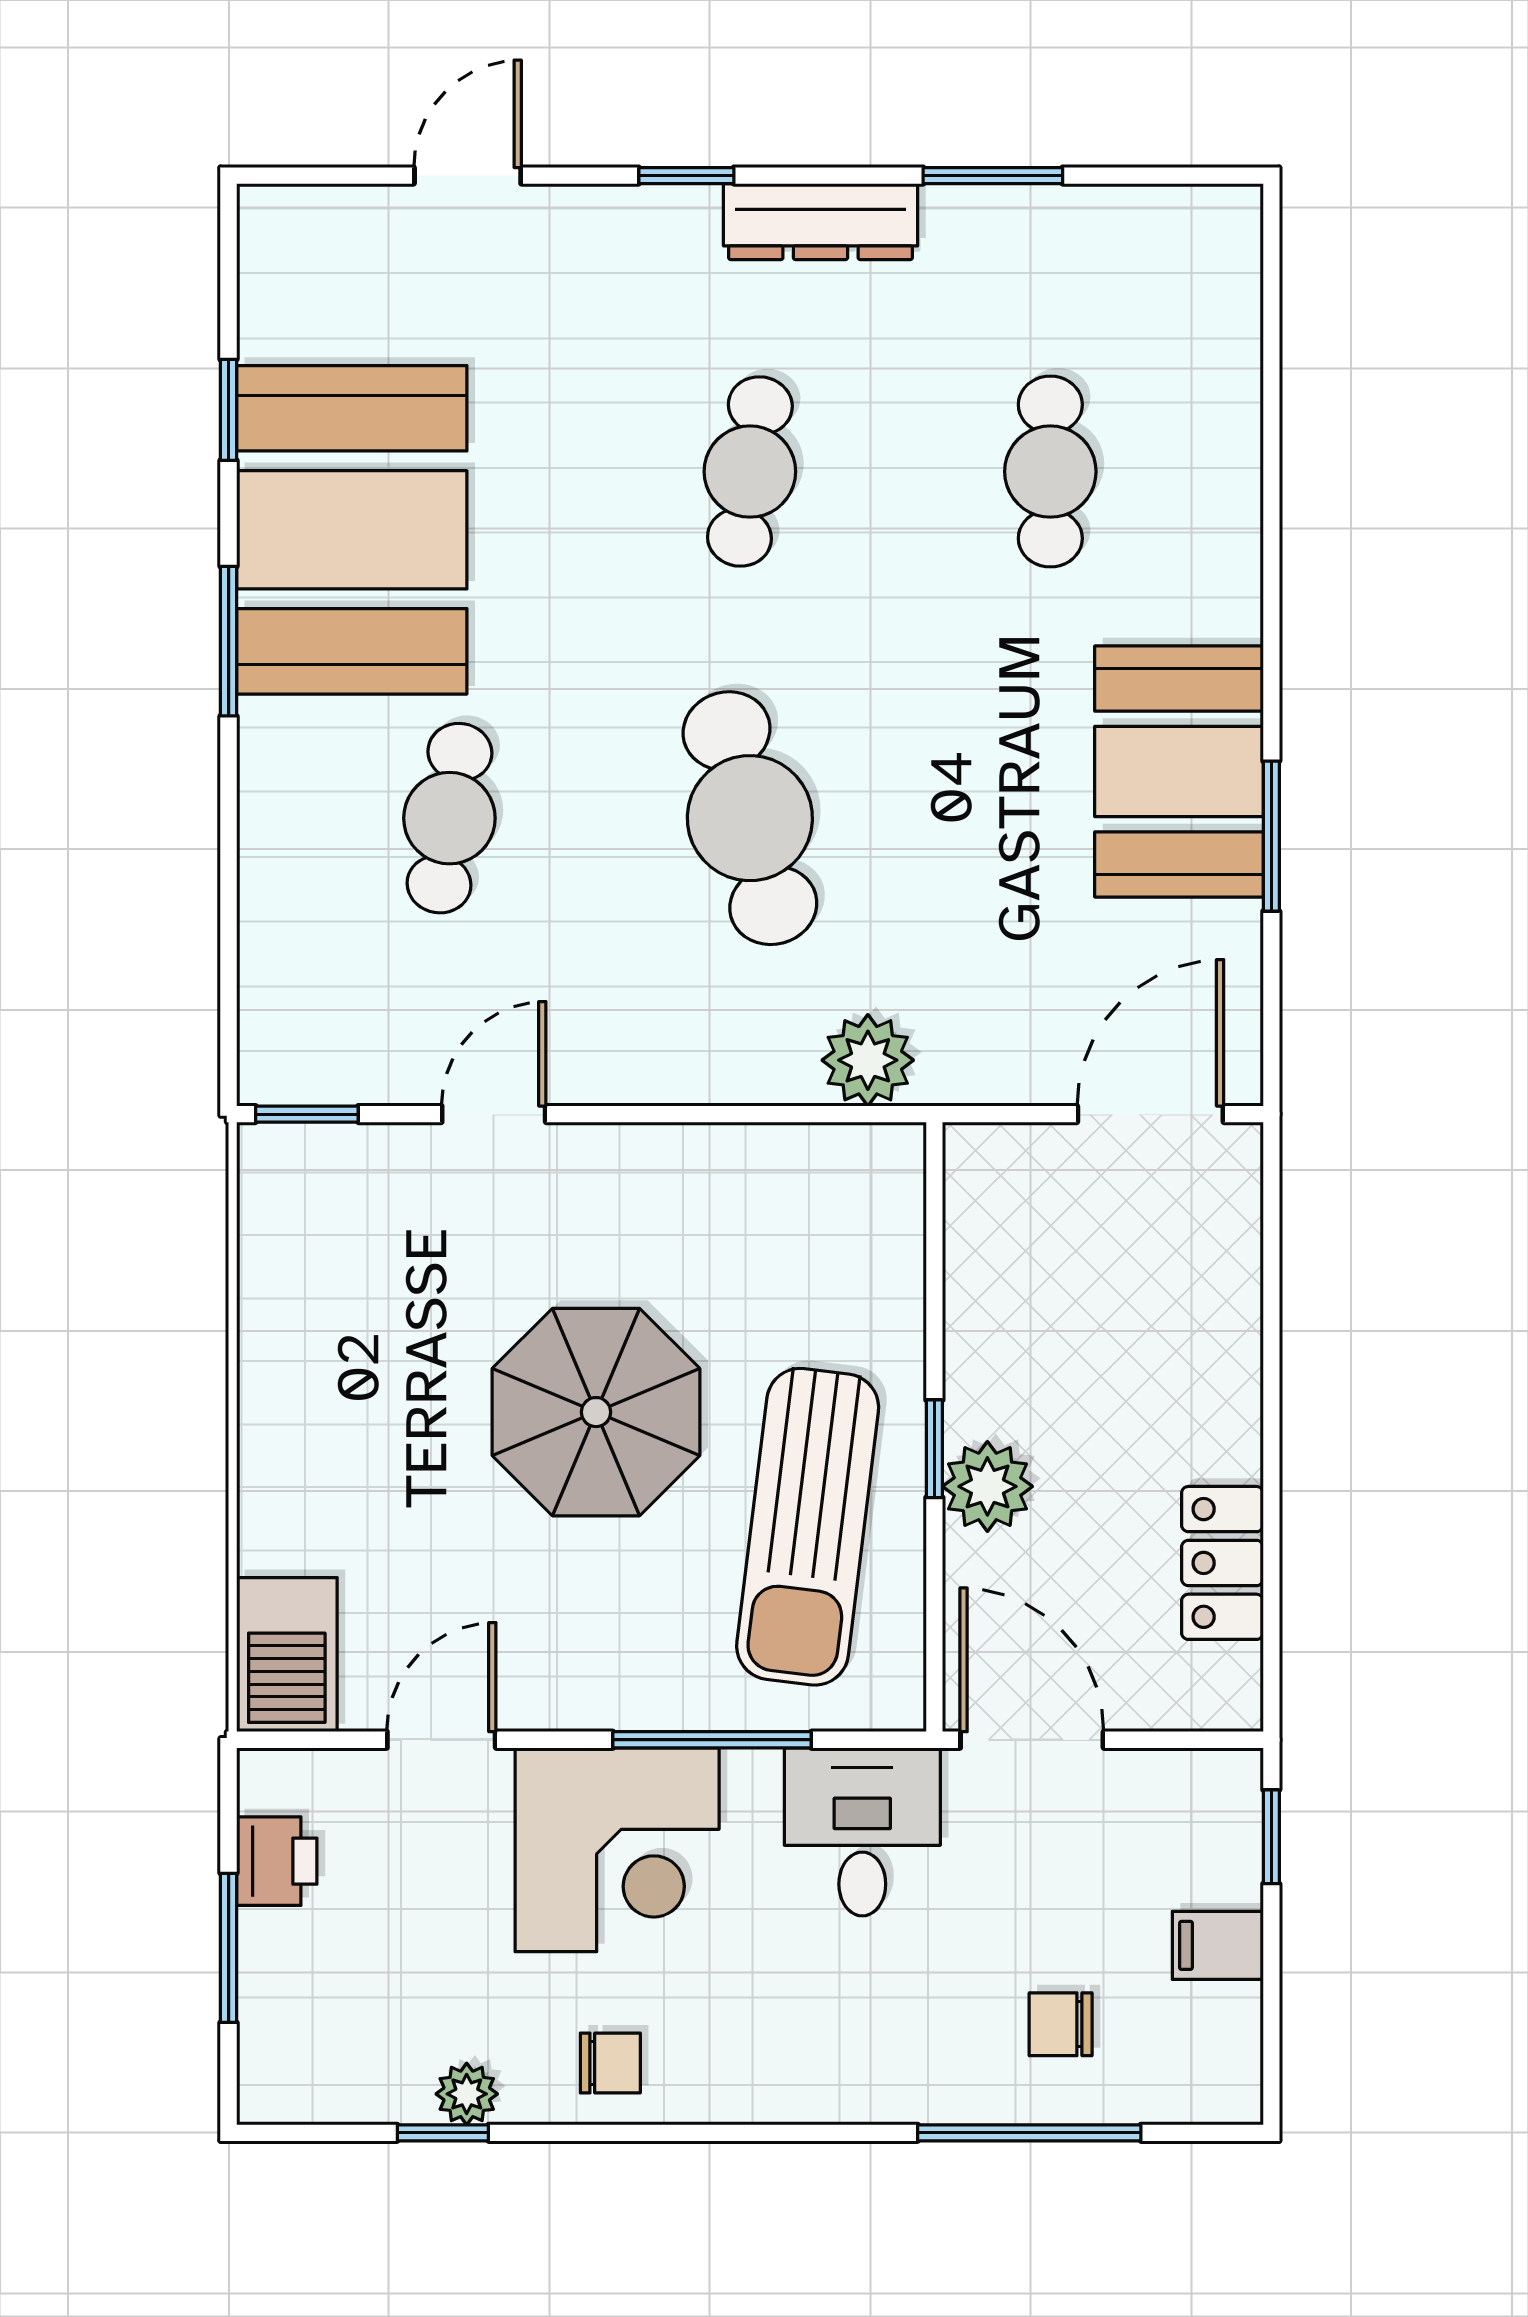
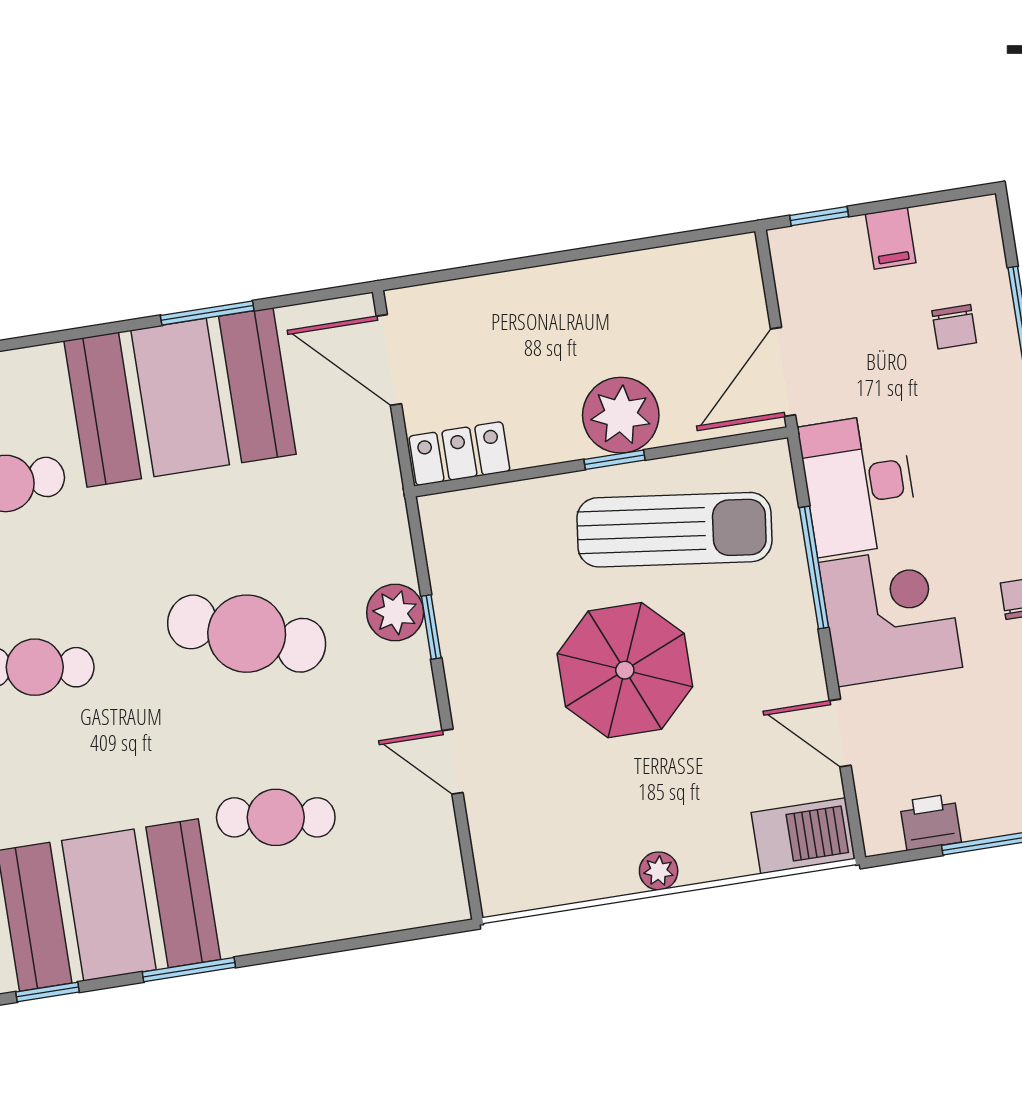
booth: (1179, 772) -> (180, 397), width x1.36, depth x1.42
cafe table: (750, 818) -> (247, 634), turned 36
plant: (868, 1060) -> (395, 613), moved
window: (307, 1114) -> (431, 627), moved
plant: (267, 1415) -> (659, 871), added
plant: (987, 1486) -> (621, 415), width x1.36, depth x1.36
locker: (1222, 1563) -> (459, 454), moved, turned 180
desk: (862, 1832) -> (859, 484), width x1.37

